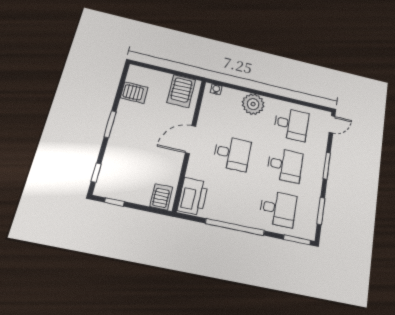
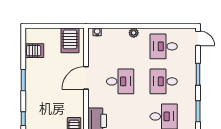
plant: (253, 104) -> (134, 33), width x0.53, depth x0.53
desk: (291, 124) -> (164, 46), turned 180
door: (332, 124) -> (198, 38), hinge flipped
desk: (285, 165) -> (164, 81), turned 180

